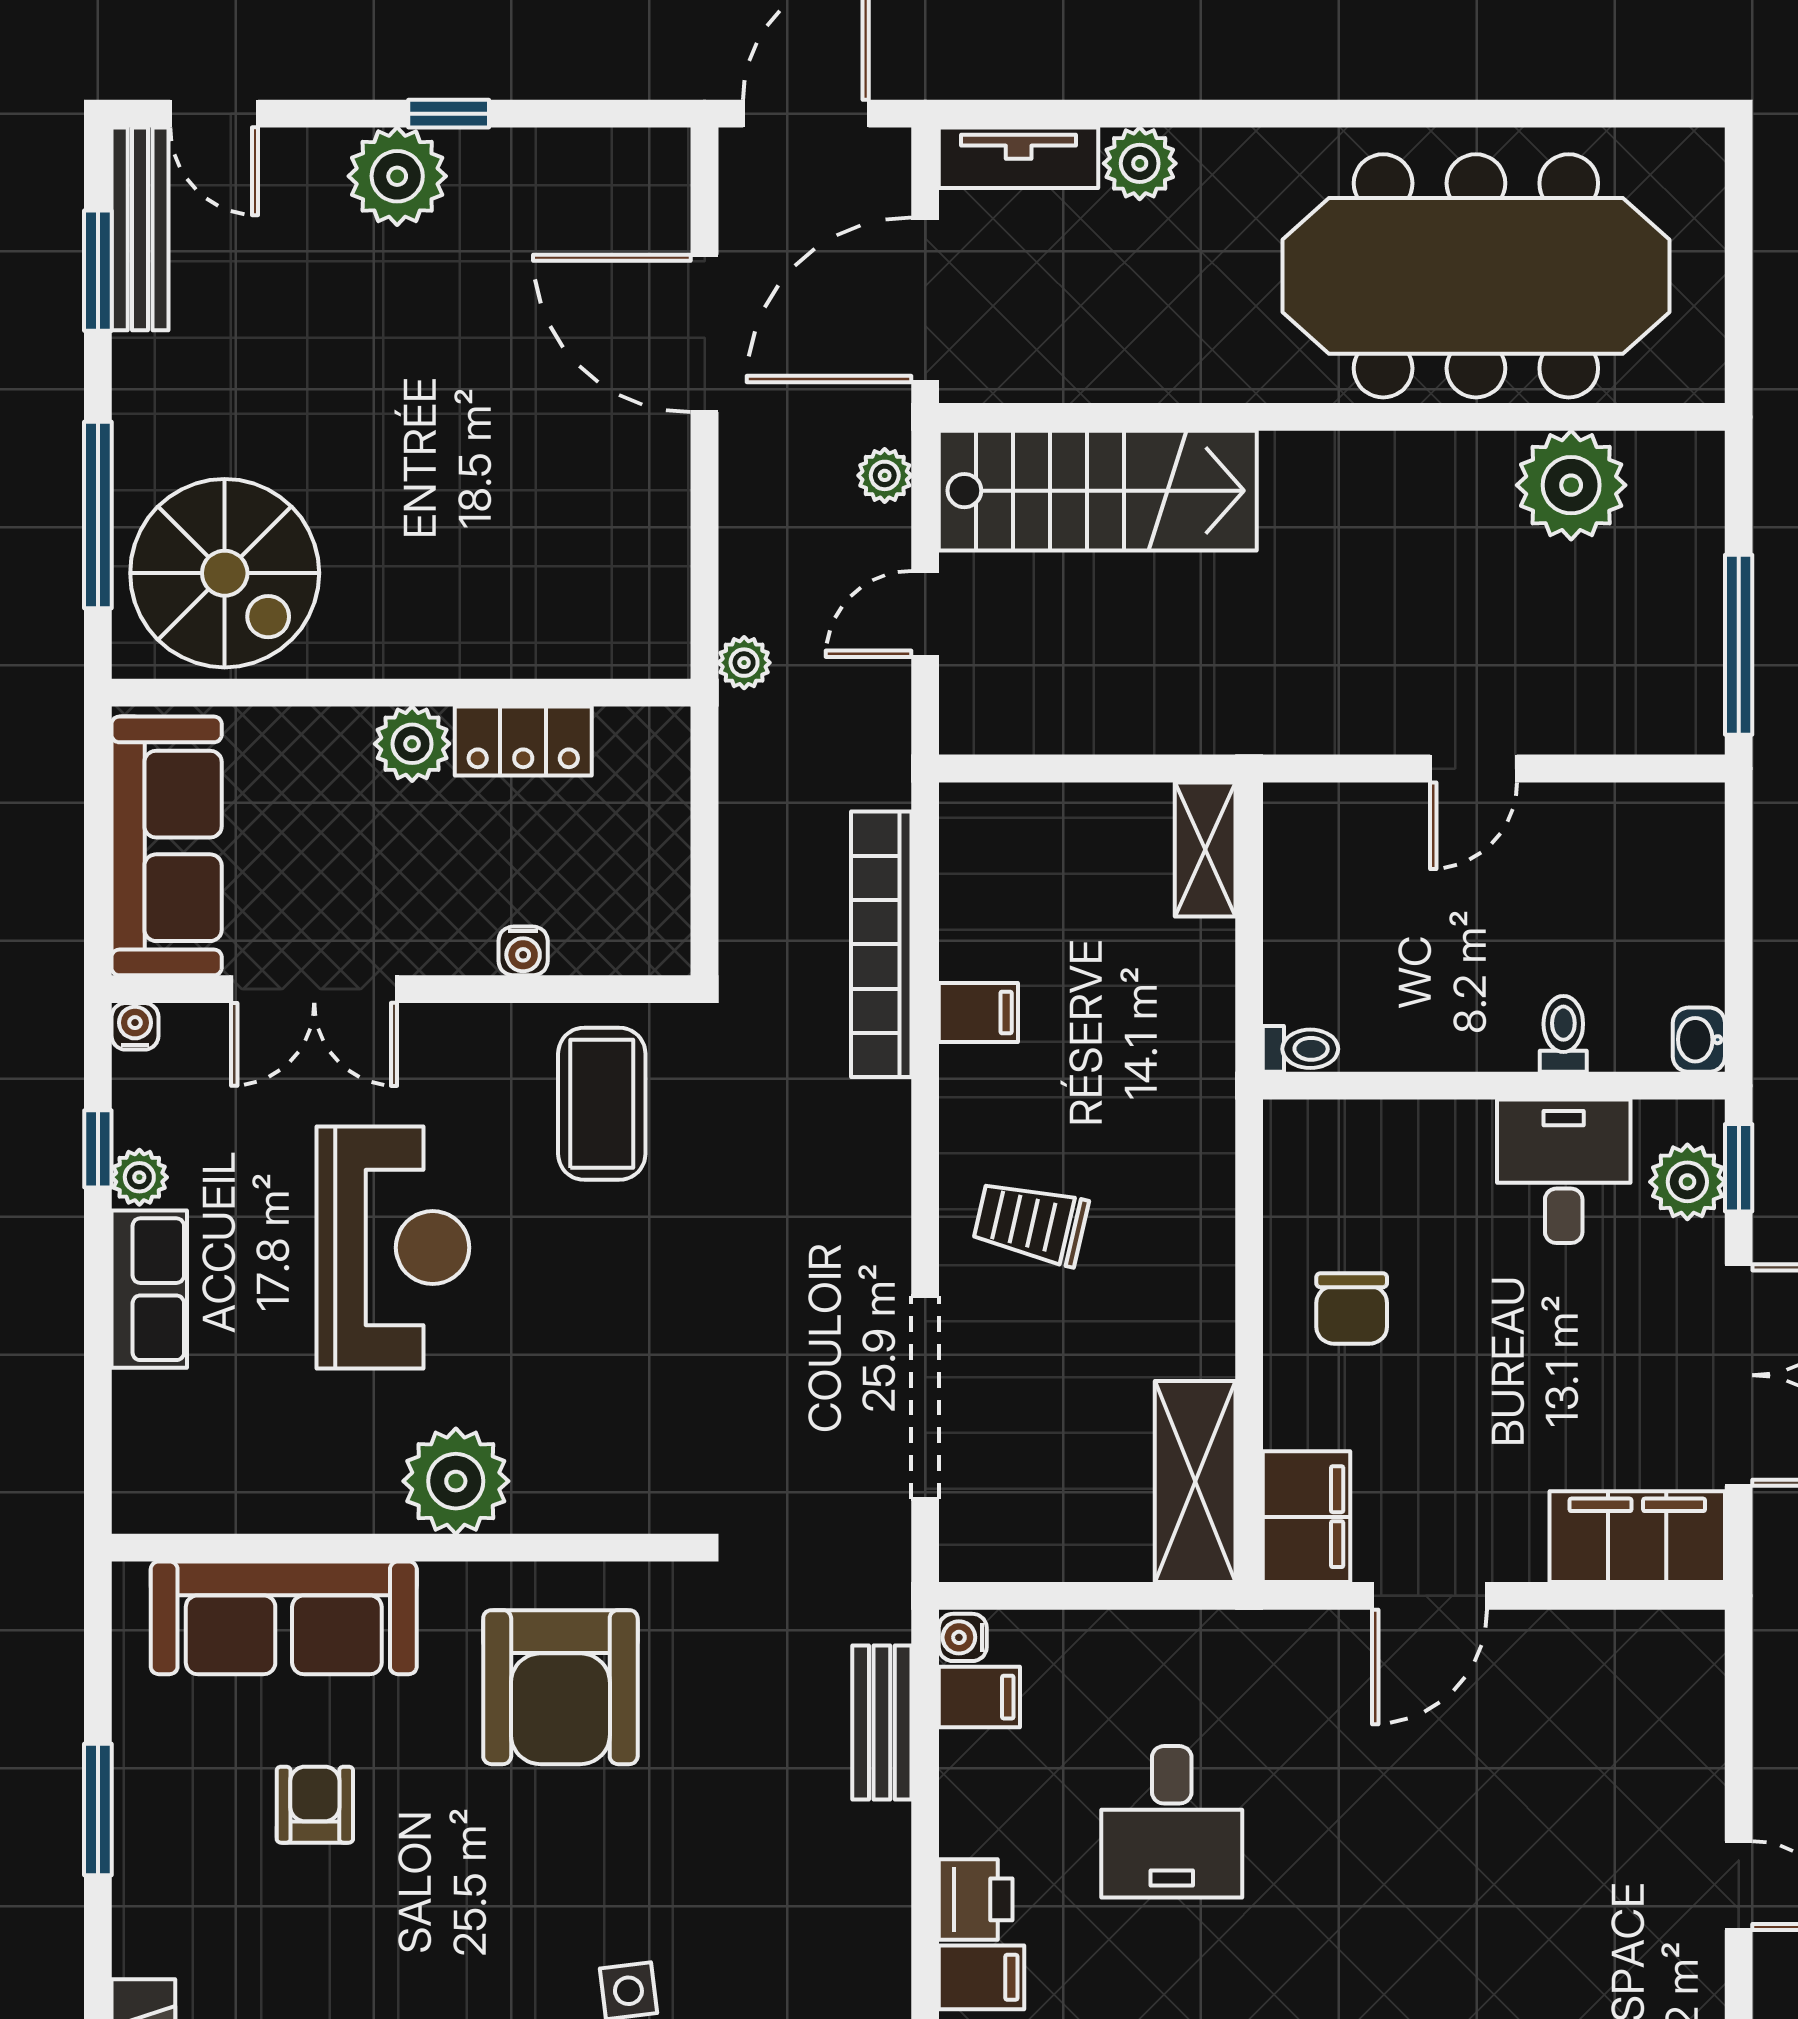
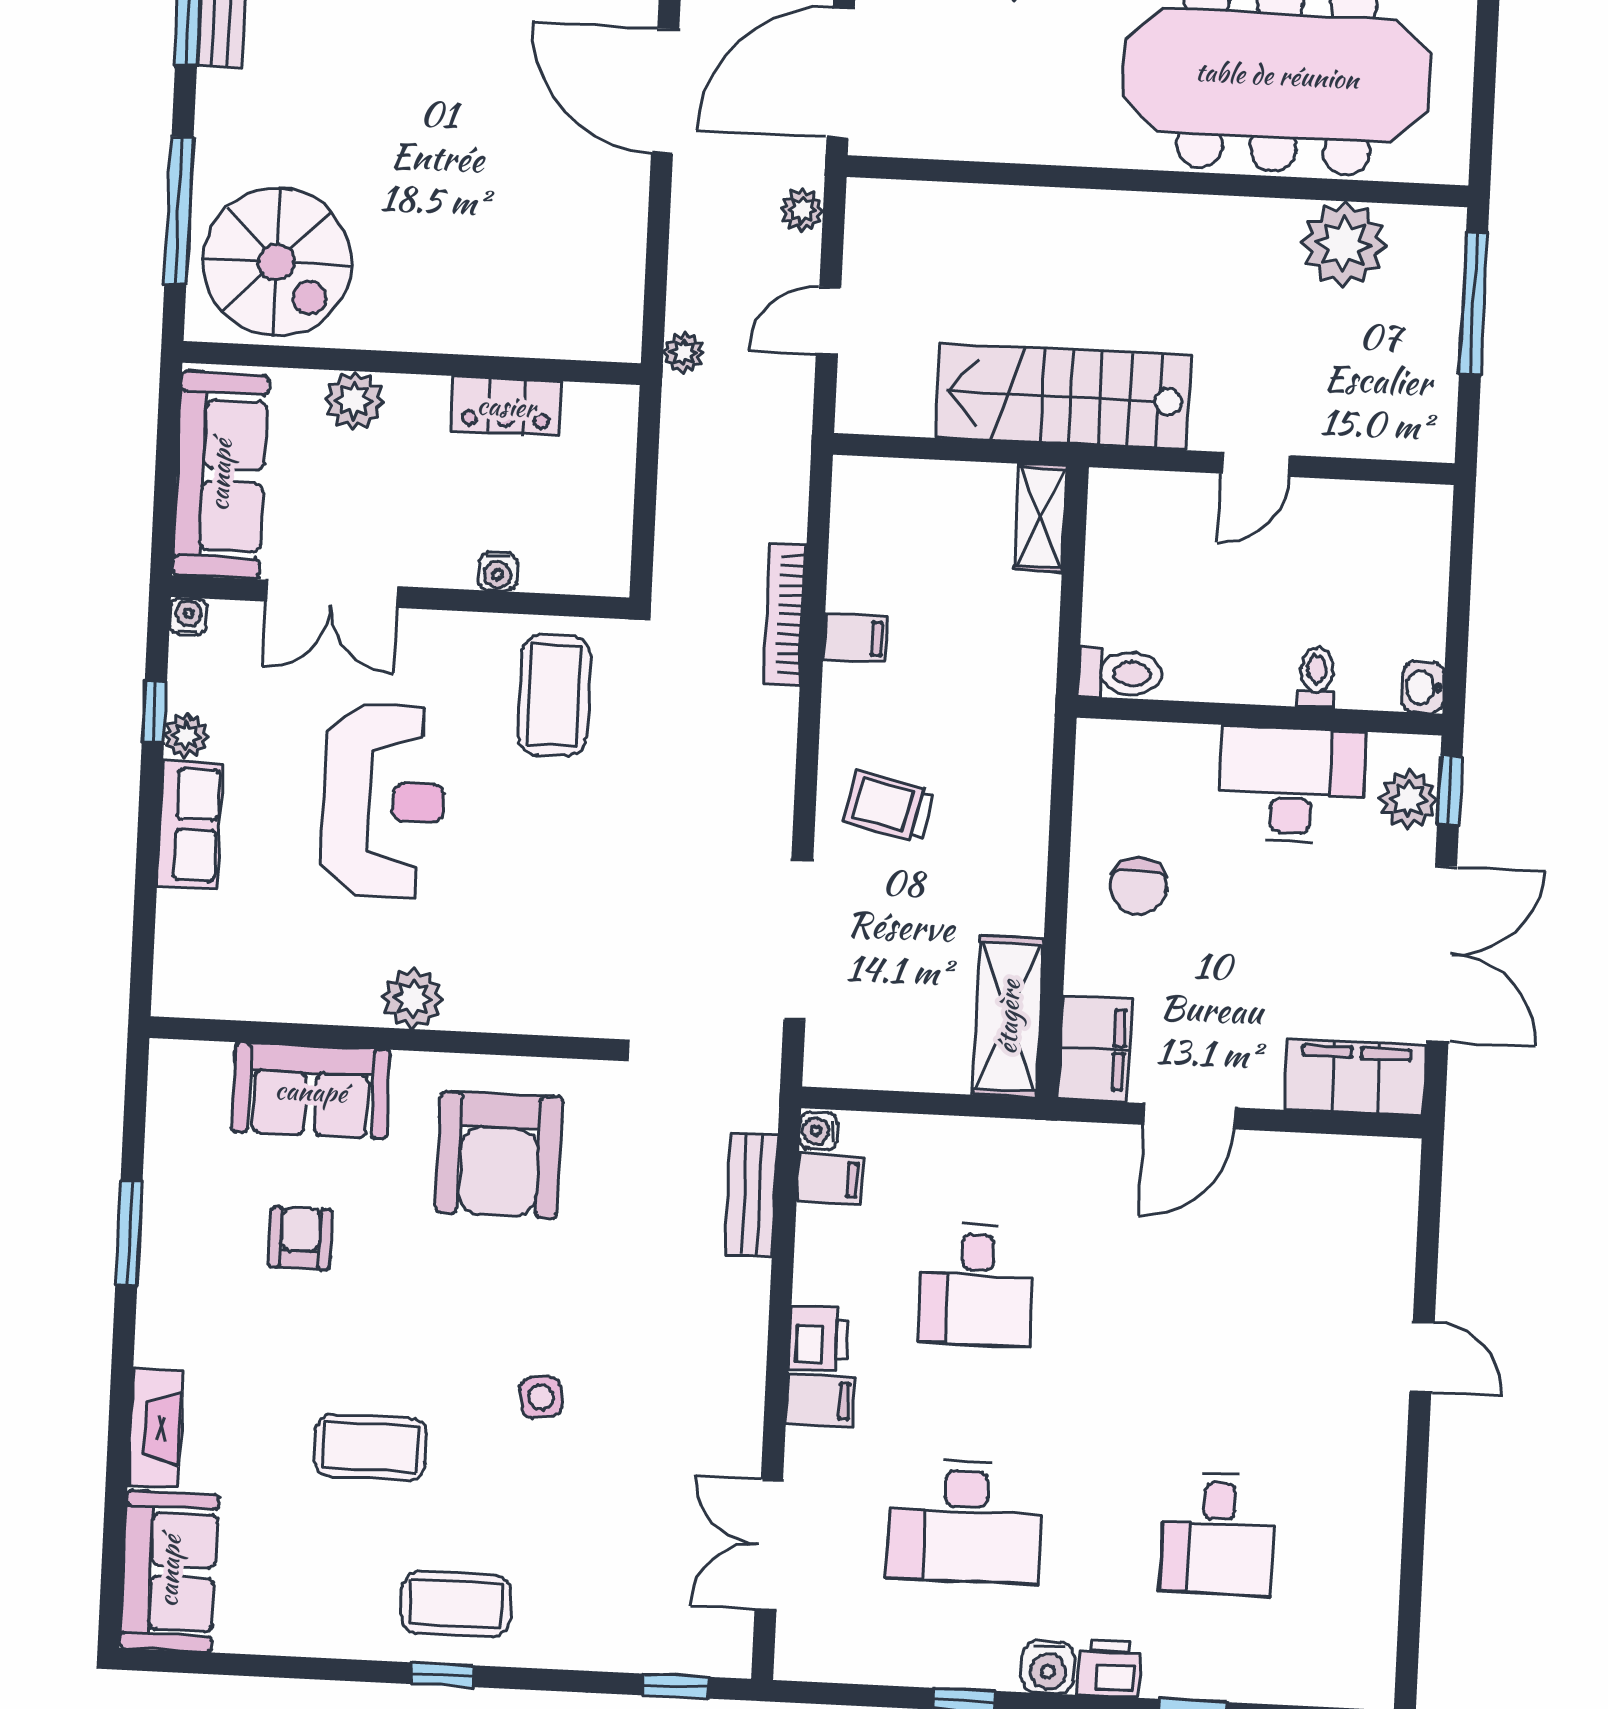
stairs: (1098, 491) -> (1063, 397), moved, turned 180
window: (1739, 645) -> (1474, 303), moved
plant: (412, 744) -> (354, 401), moved
bookcase: (881, 944) -> (785, 615), width x0.68, depth x0.76
toilet: (1301, 1049) -> (1120, 673), width x1.37, depth x1.39
desk: (1564, 1171) -> (1292, 785), width x1.37
plant: (456, 1481) -> (413, 998), width x0.73, depth x0.73
sofa: (284, 1618) -> (311, 1091), width x0.73

